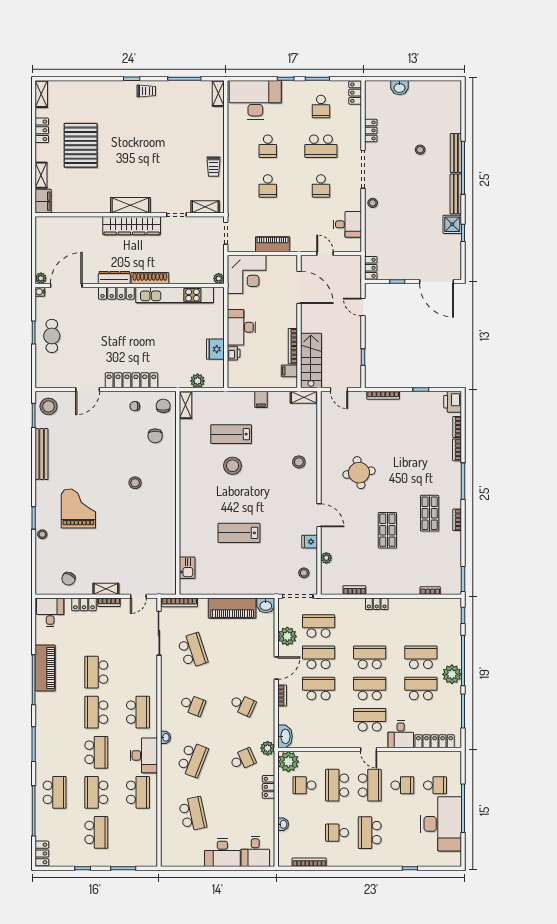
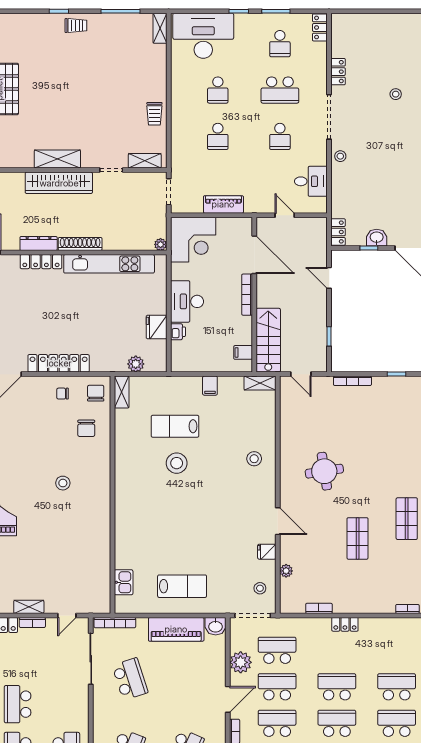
washbasin: (399, 88) -> (377, 238), moved, turned 180
bookcase: (293, 346) -> (247, 295), moved
lab bench: (239, 533) -> (182, 586), moved, turned 180

